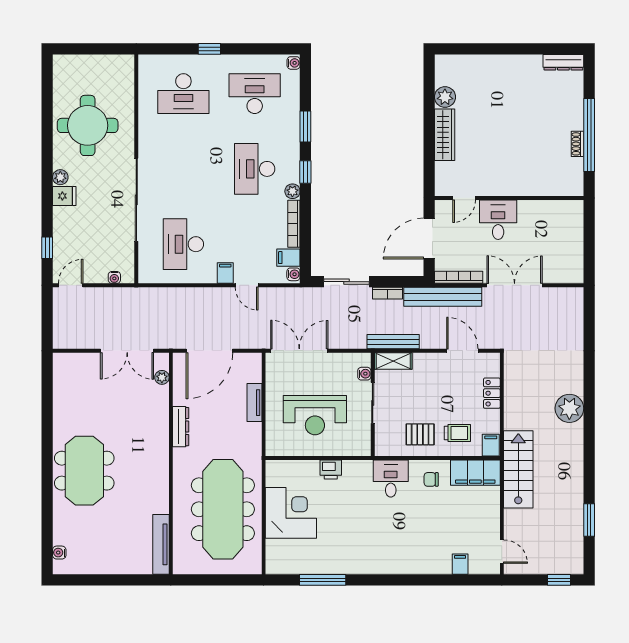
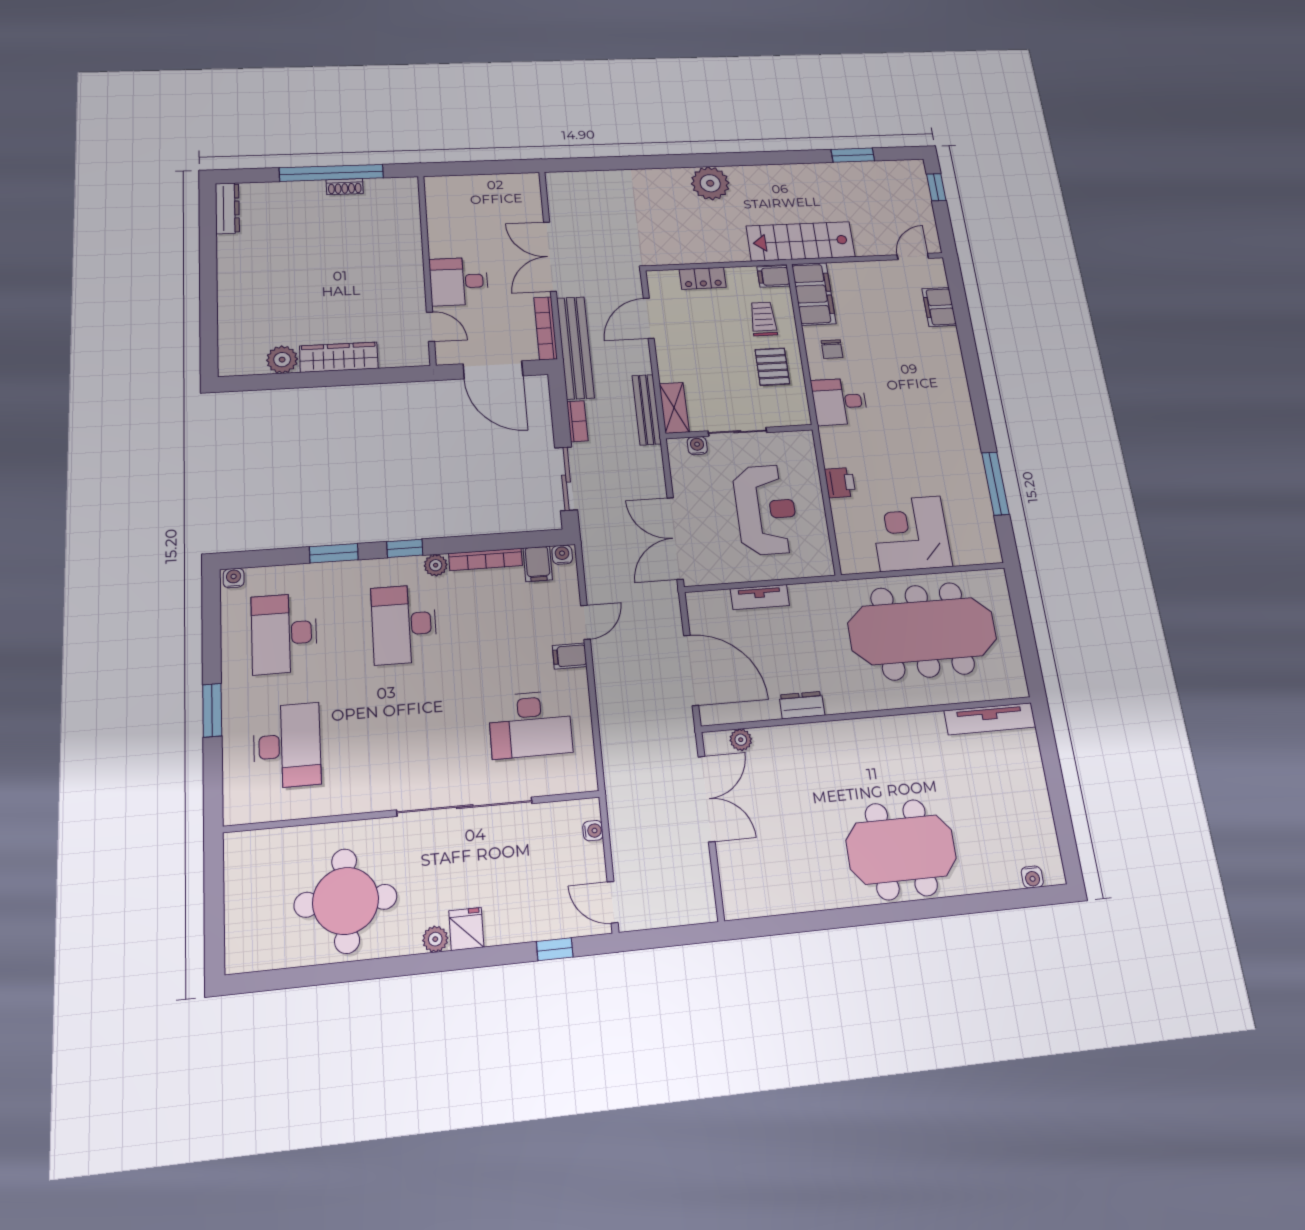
window: (209, 49) -> (212, 710), width x1.50
desk: (255, 169) -> (404, 624), turned 90
dresser: (181, 427) -> (802, 705), width x0.70
filing cabinet: (460, 564) -> (939, 307), width x2.00

